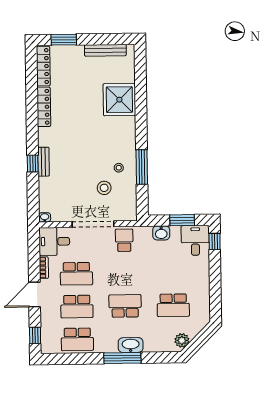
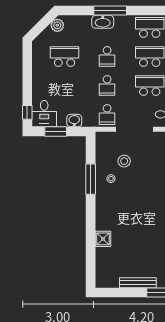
bench: (105, 50) -> (138, 283), moved
shower: (119, 100) -> (103, 239), width x0.54, depth x0.54
school desk: (125, 273) -> (107, 86), added
school desk: (125, 306) -> (107, 56), width x0.54

